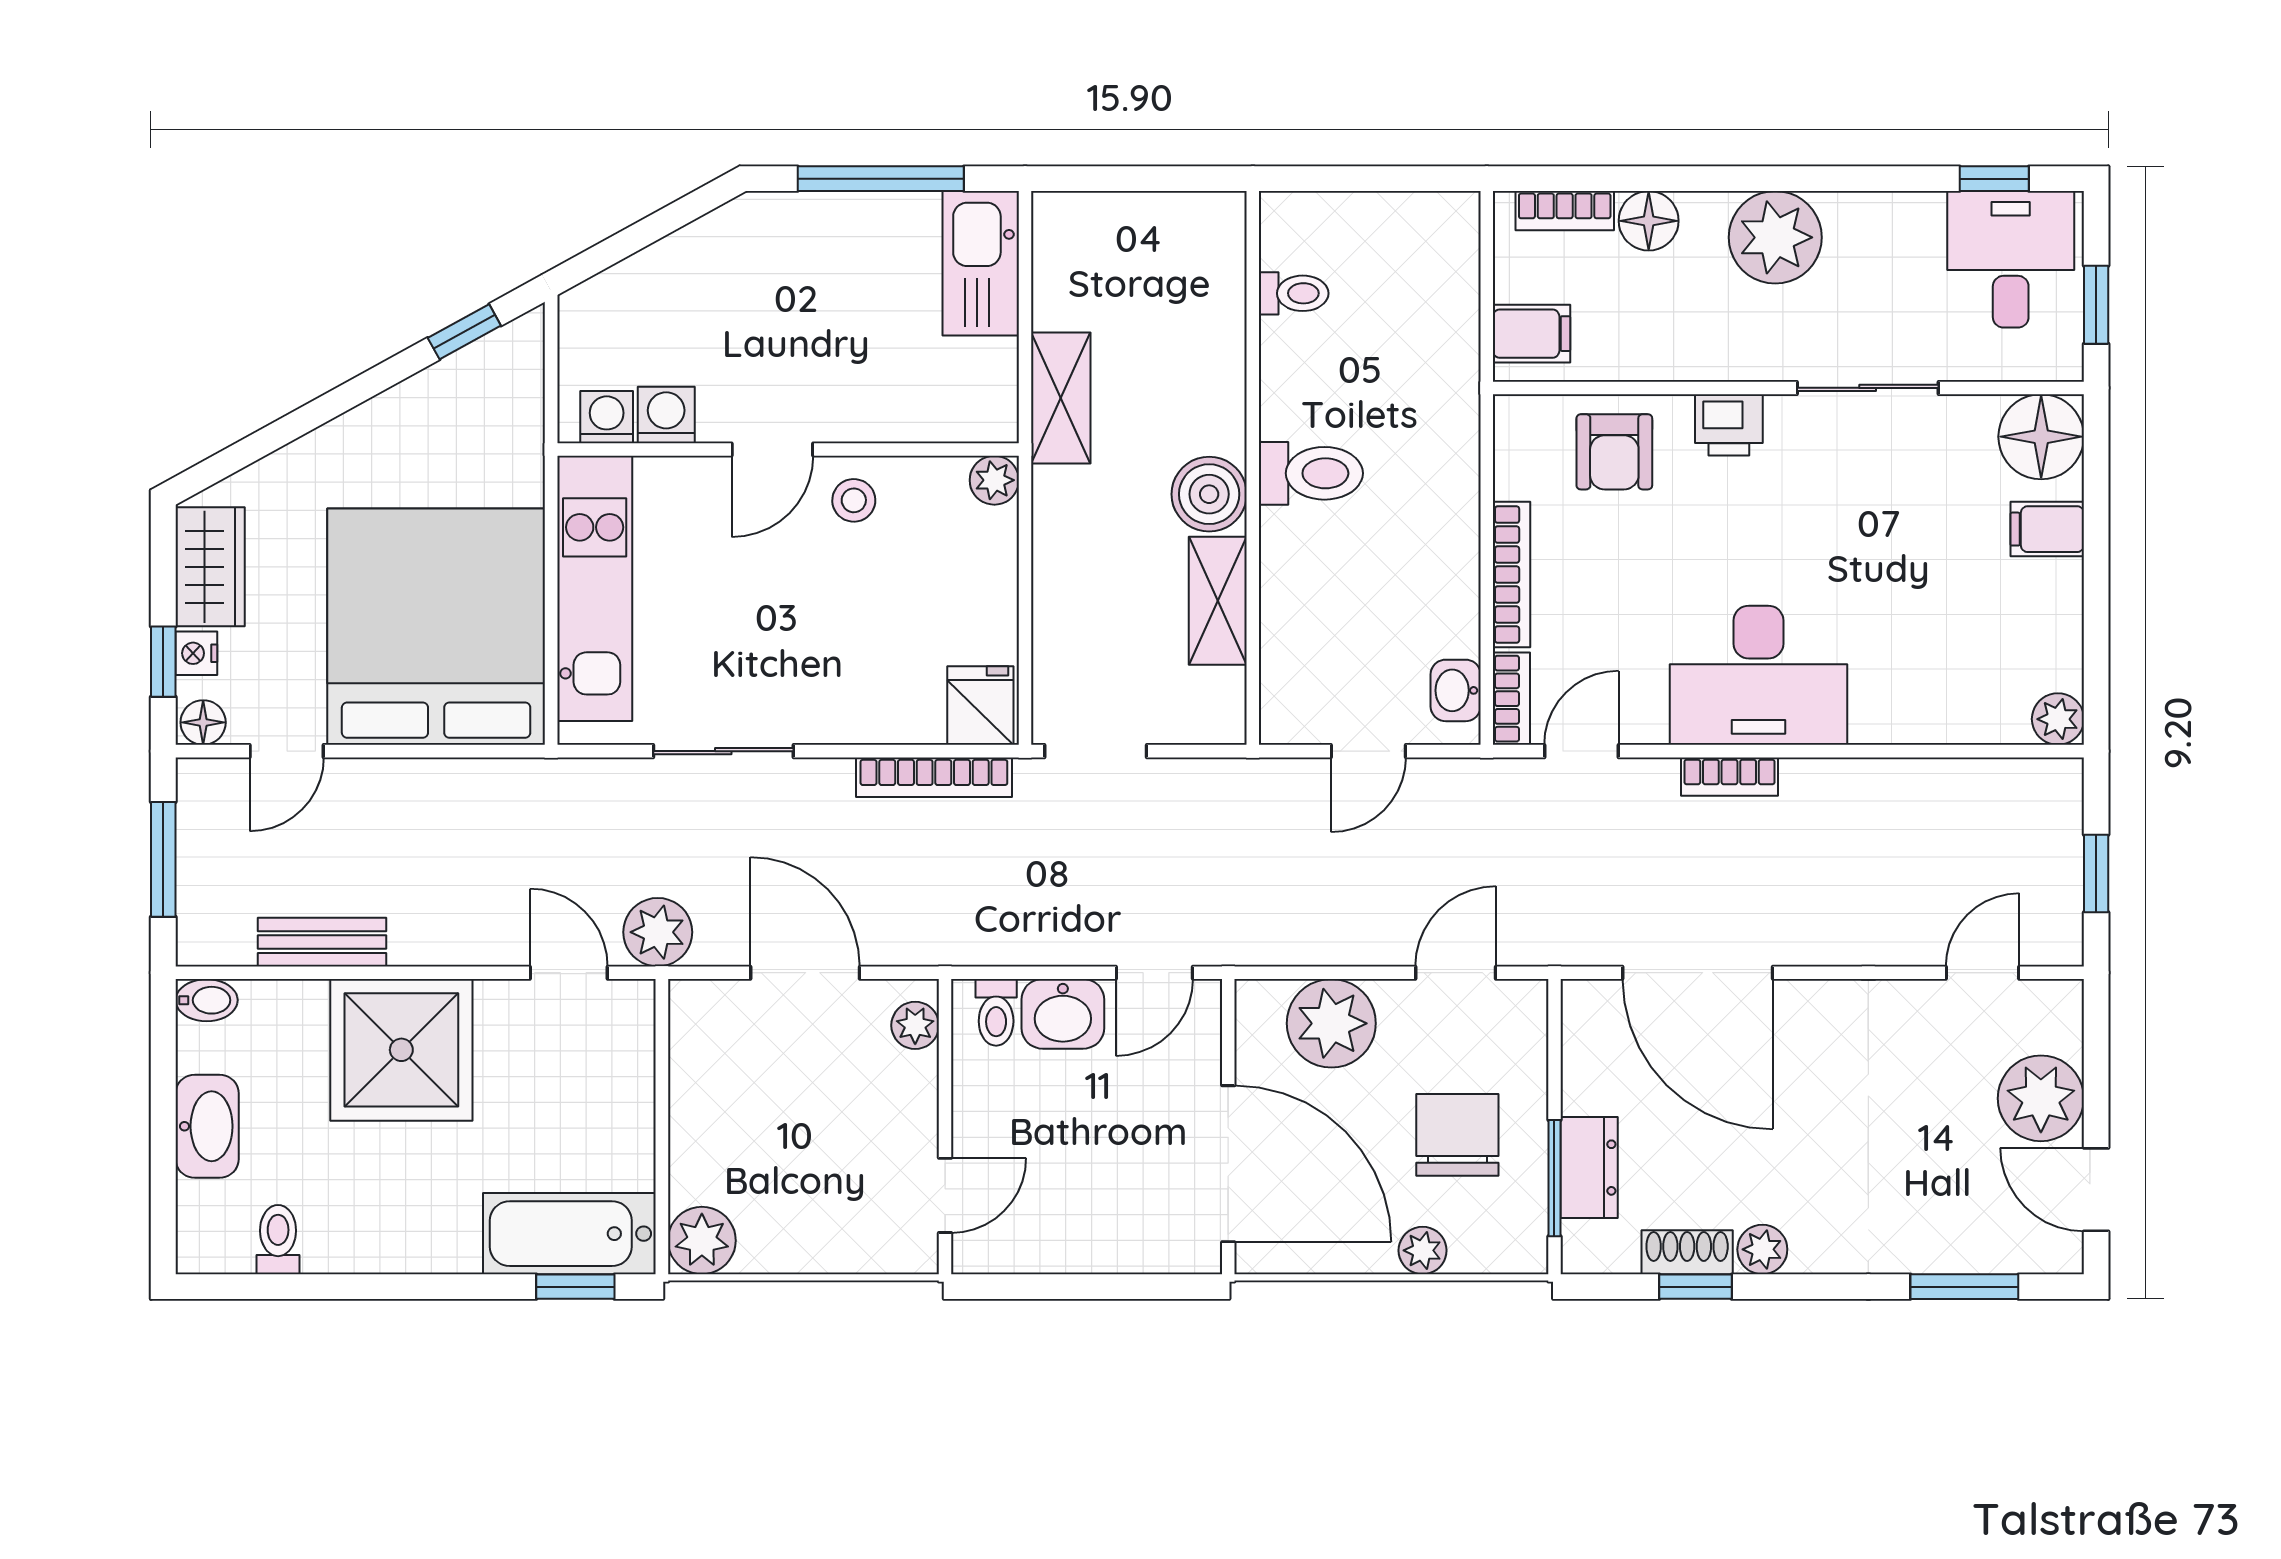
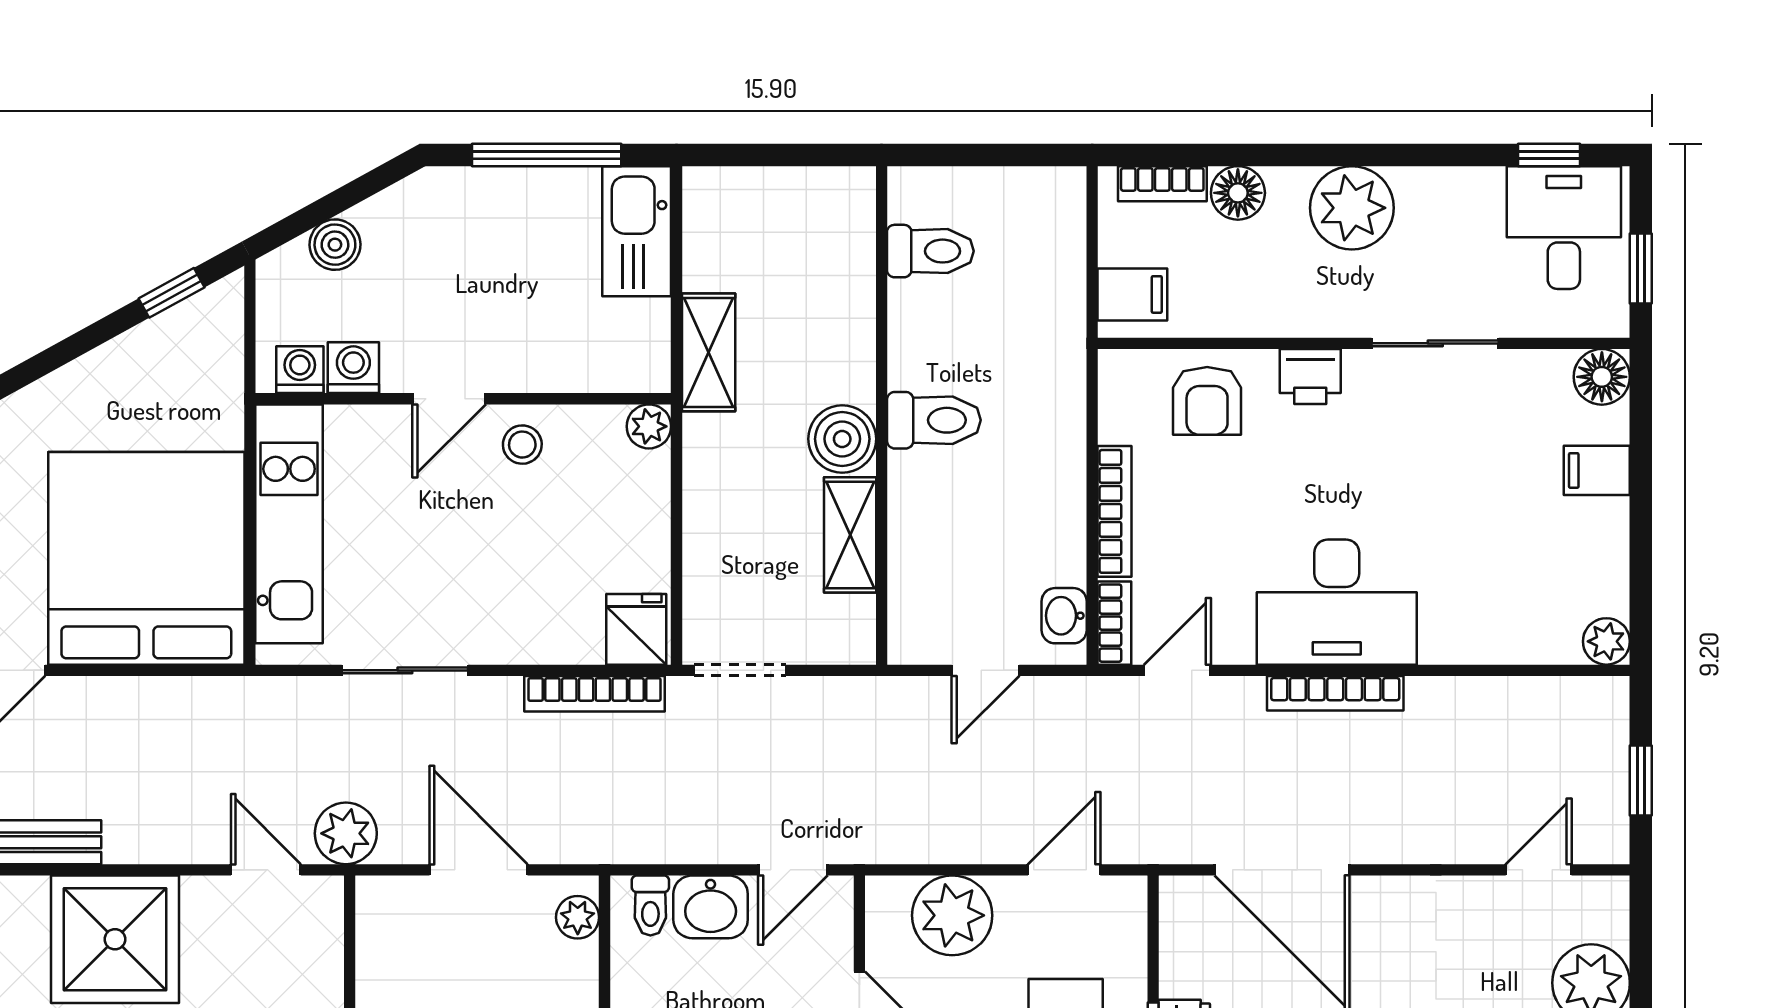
boiler: (646, 278) -> (335, 245), added
toilet: (1294, 293) -> (930, 251), width x1.37, depth x1.39
floor lamp: (2041, 437) -> (1602, 377), width x0.73, depth x0.73
bookcase: (1729, 777) -> (1335, 693), width x1.56

